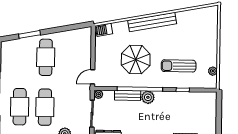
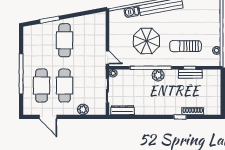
barbecue: (104, 30) -> (132, 12), moved
door: (93, 77) -> (107, 57), swing flipped
bench: (128, 95) -> (190, 74), moved

